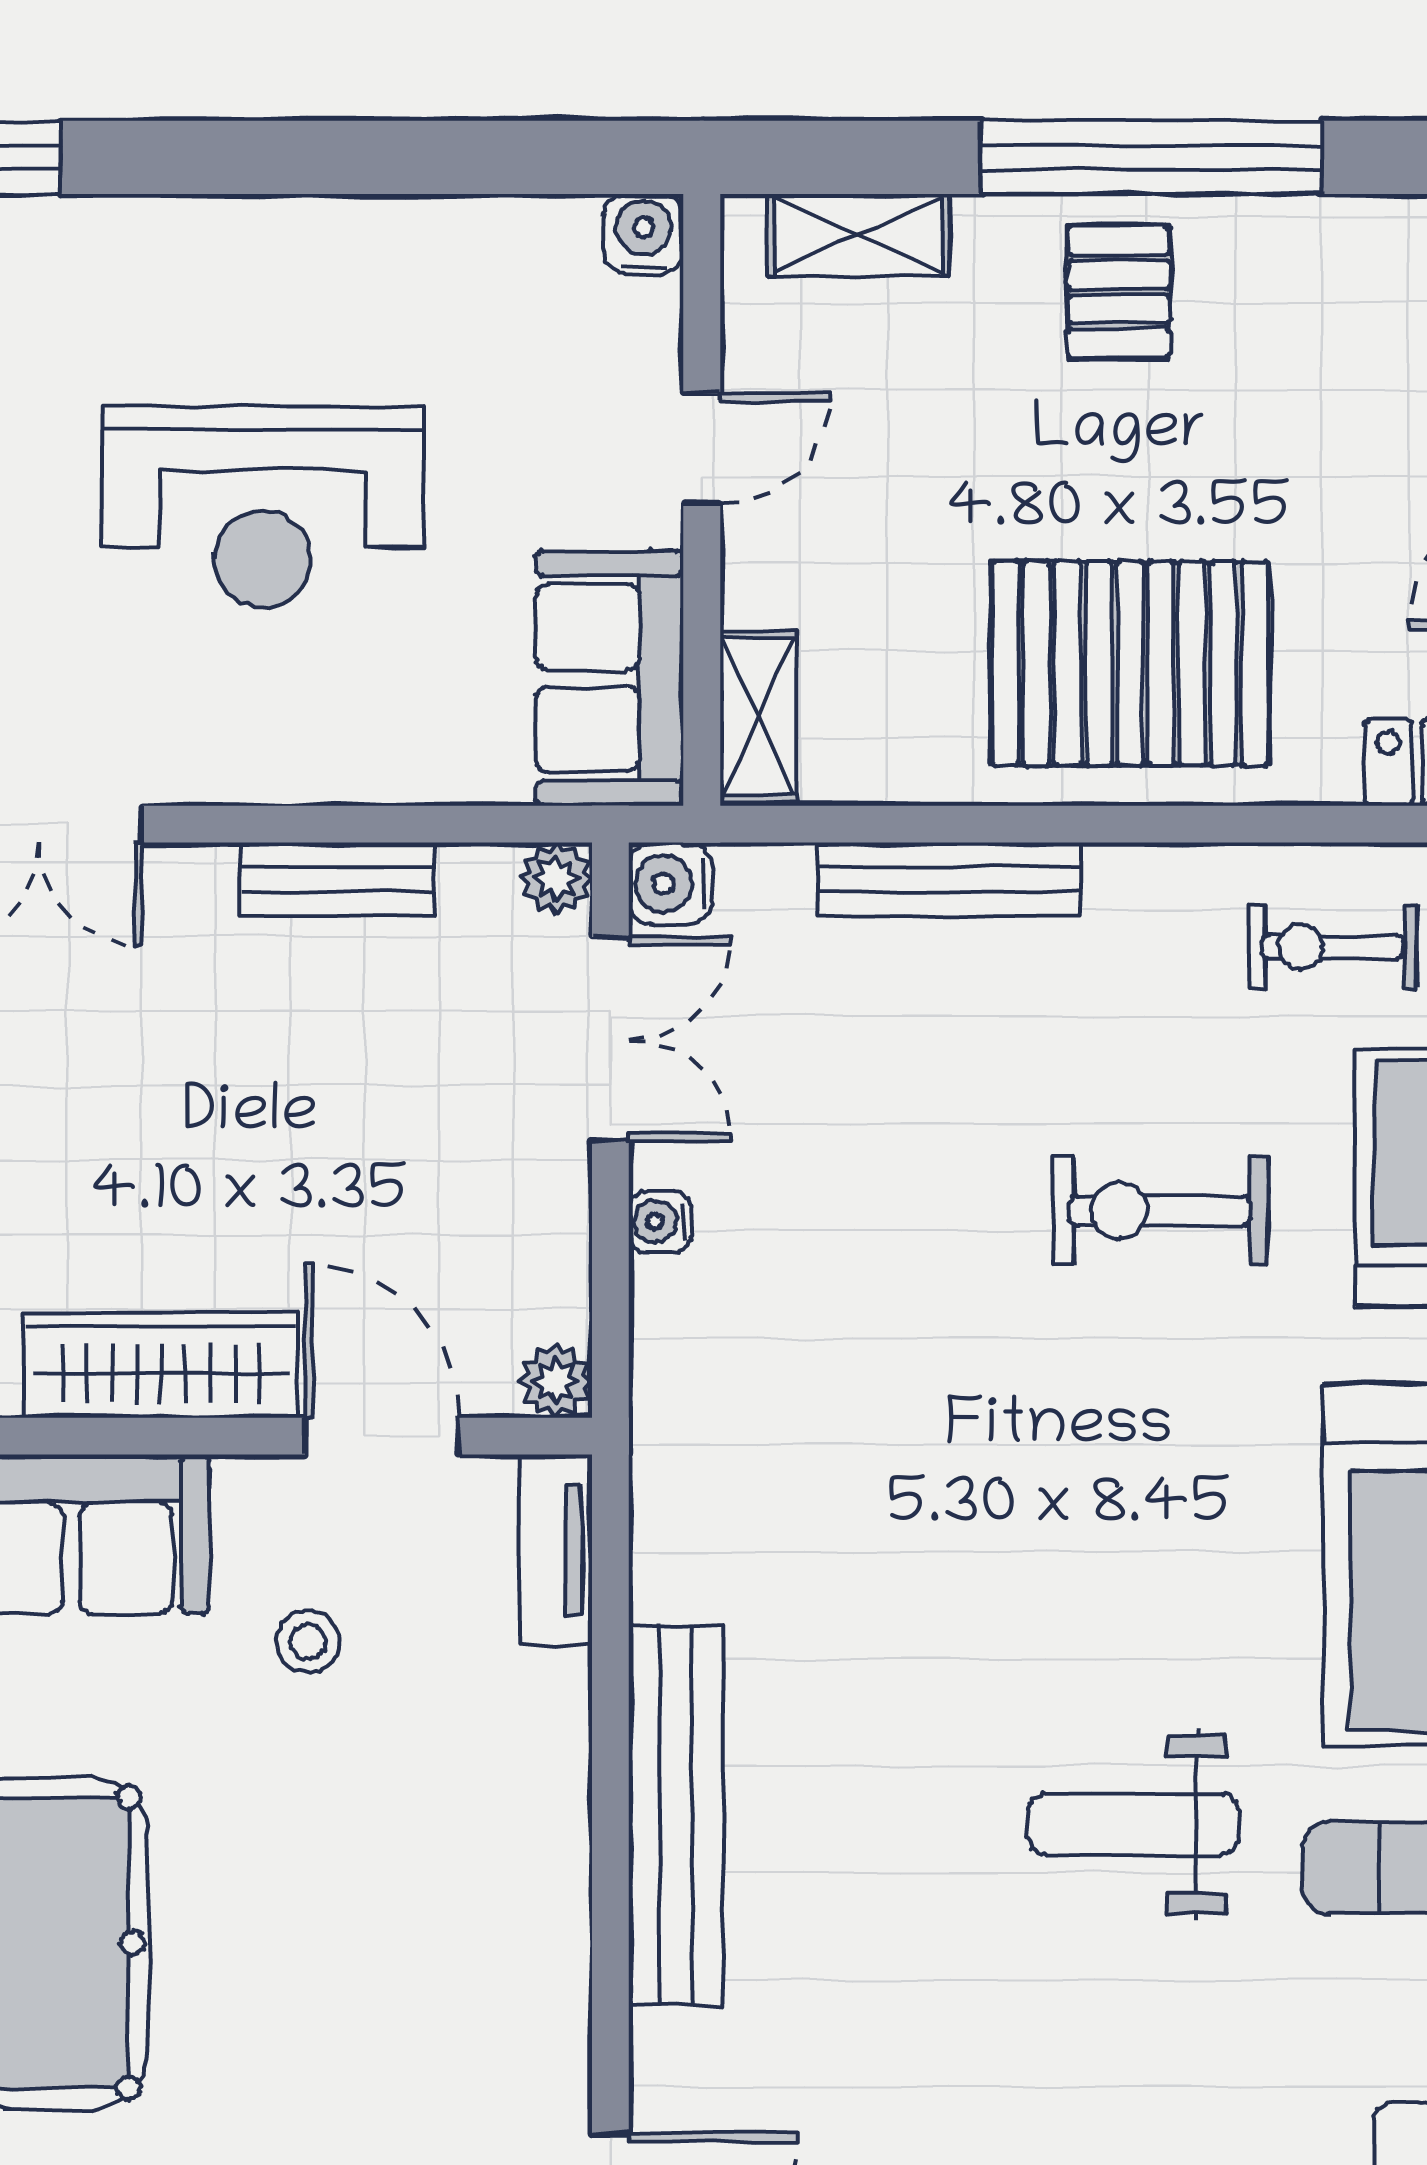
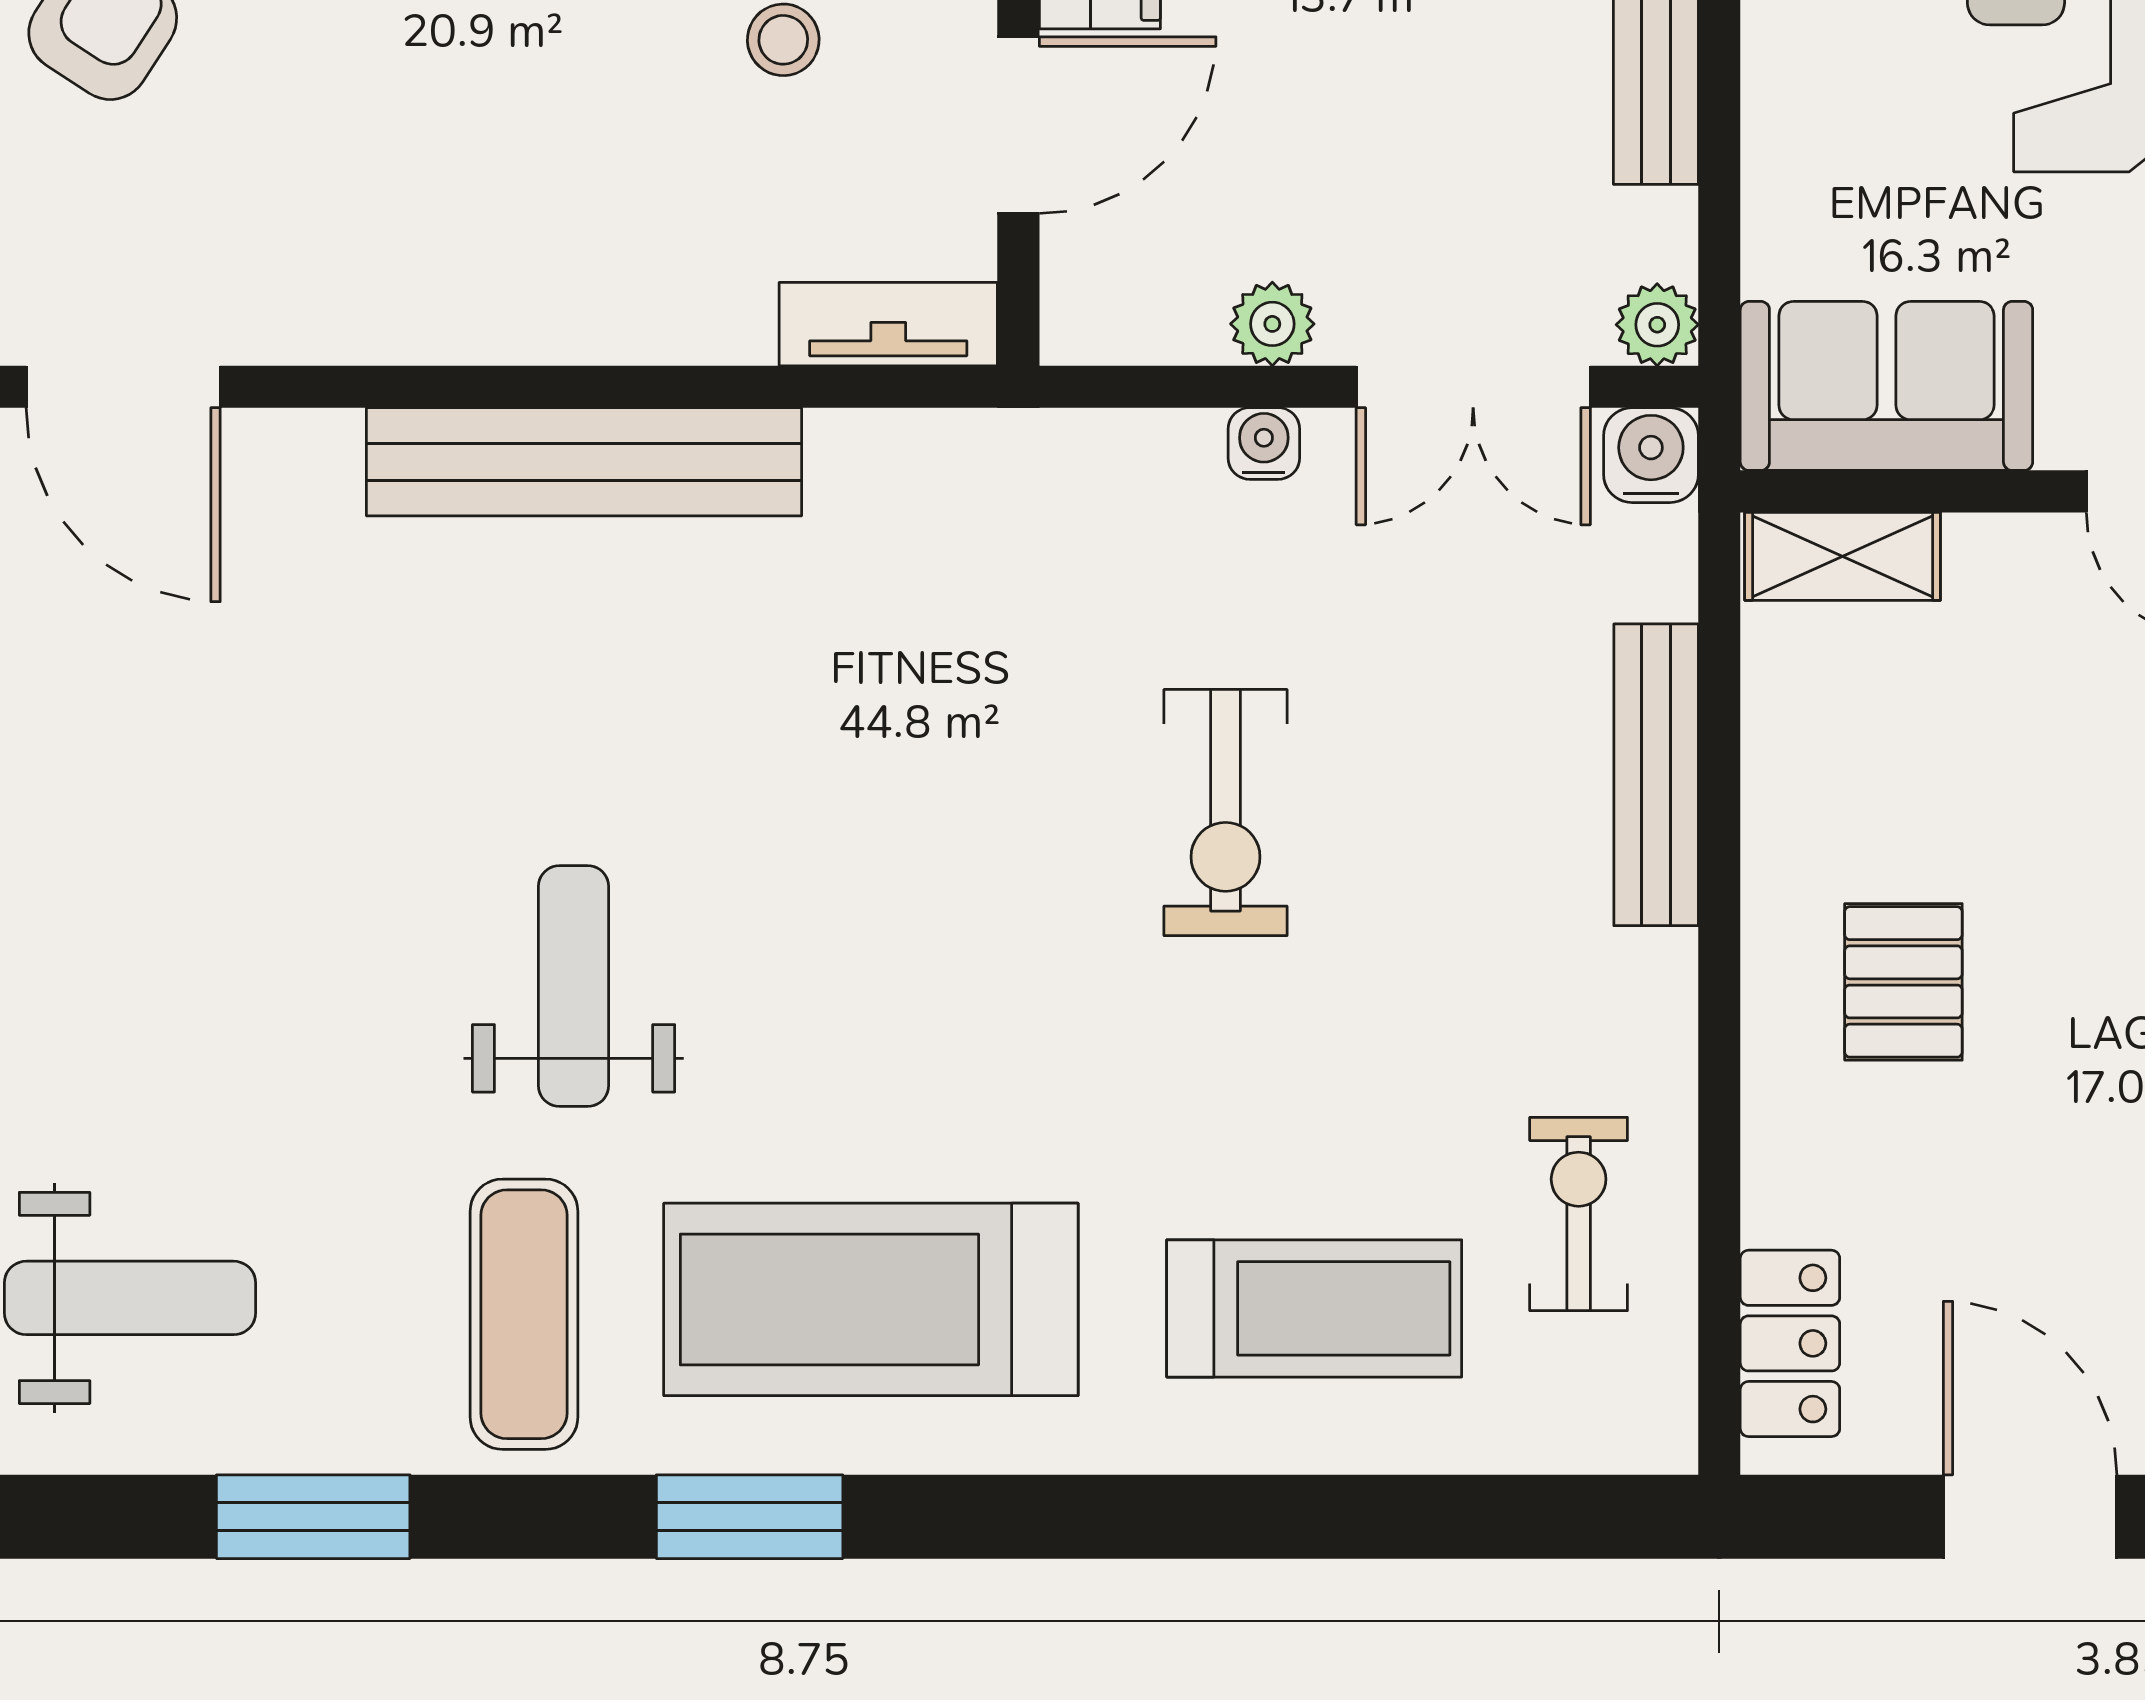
pallet: (1130, 663) -> (1903, 982), width x0.49, depth x0.50
exercise bike: (1160, 1211) -> (1226, 813), moved, turned 180
plant: (556, 1381) -> (1272, 324), moved

